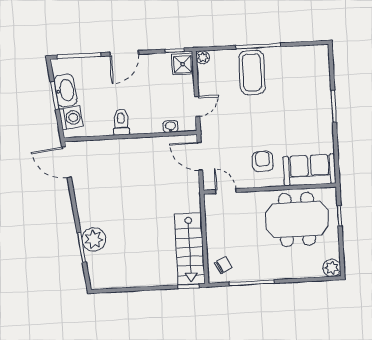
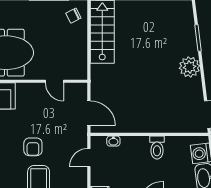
armchair: (263, 161) -> (33, 147), moved
door: (226, 191) -> (54, 81), moved
plant: (94, 239) -> (189, 67), moved

